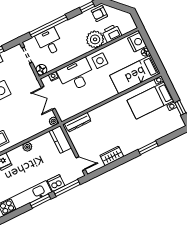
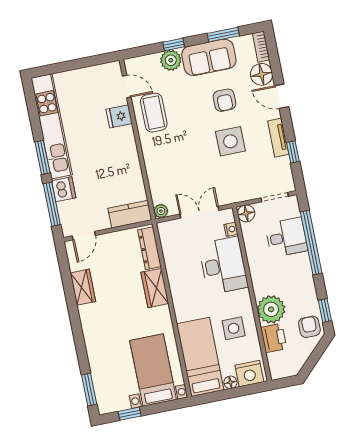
side table: (100, 61) -> (234, 328), moved
wardrobe: (101, 113) -> (155, 288), added
plant: (27, 147) -> (132, 160), removed
window: (148, 148) -> (89, 390), moved

